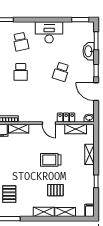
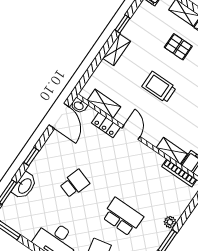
school desk: (21, 72) -> (123, 217), width x1.85
door: (96, 92) -> (59, 116), moved
shelving: (89, 154) -> (117, 50), moved
trolley: (51, 160) -> (159, 87), turned 180

